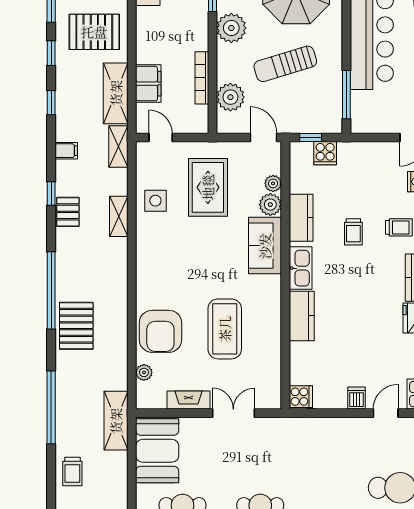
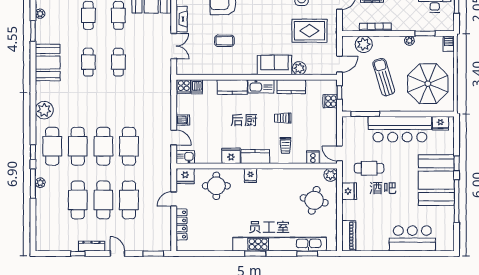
plant: (231, 28) -> (409, 41), width x0.53, depth x0.53
plant: (273, 183) -> (312, 70), removed
coffee table: (225, 329) -> (224, 41), width x0.54, depth x0.58
dishwasher: (301, 375) -> (197, 87), added

